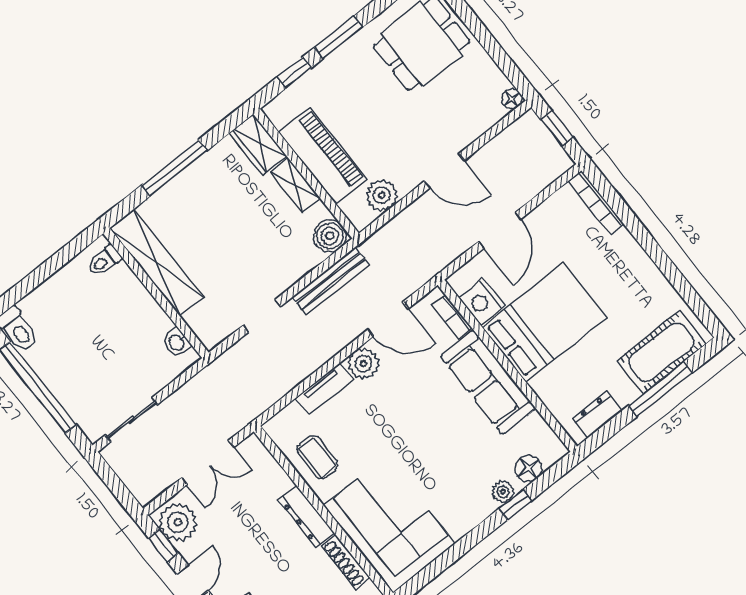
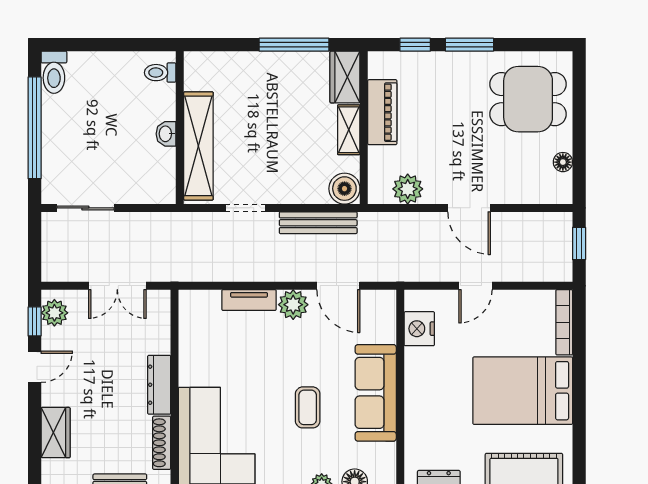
floor lamp: (512, 99) -> (563, 162), moved
piano: (323, 156) -> (382, 112), width x0.73, depth x0.75
window: (174, 168) -> (294, 45), moved
door: (500, 230) -> (475, 286), width x0.73
shelving: (157, 263) -> (198, 146), moved
bookcase: (452, 316) -> (388, 322), removed
bed: (544, 322) -> (523, 391), moved, turned 180
washbasin: (177, 342) -> (166, 134), moved
coffee table: (317, 457) -> (308, 407), moved
plant: (178, 522) -> (54, 313), width x0.73, depth x0.73

